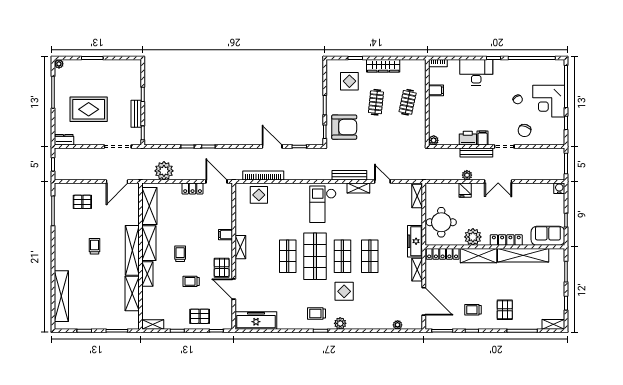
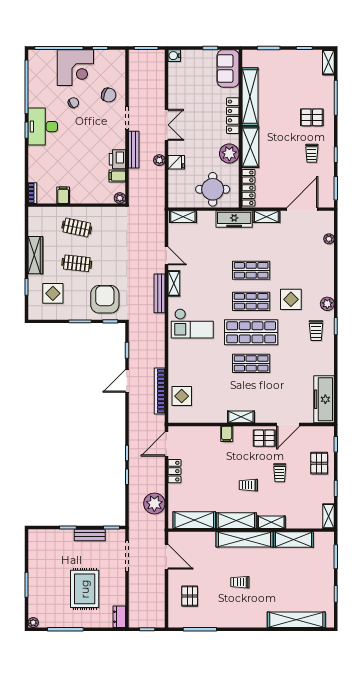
desk: (476, 72) -> (43, 127), moved
filing cabinet: (483, 138) -> (117, 176), moved
door: (382, 182) -> (167, 256), swing flipped

